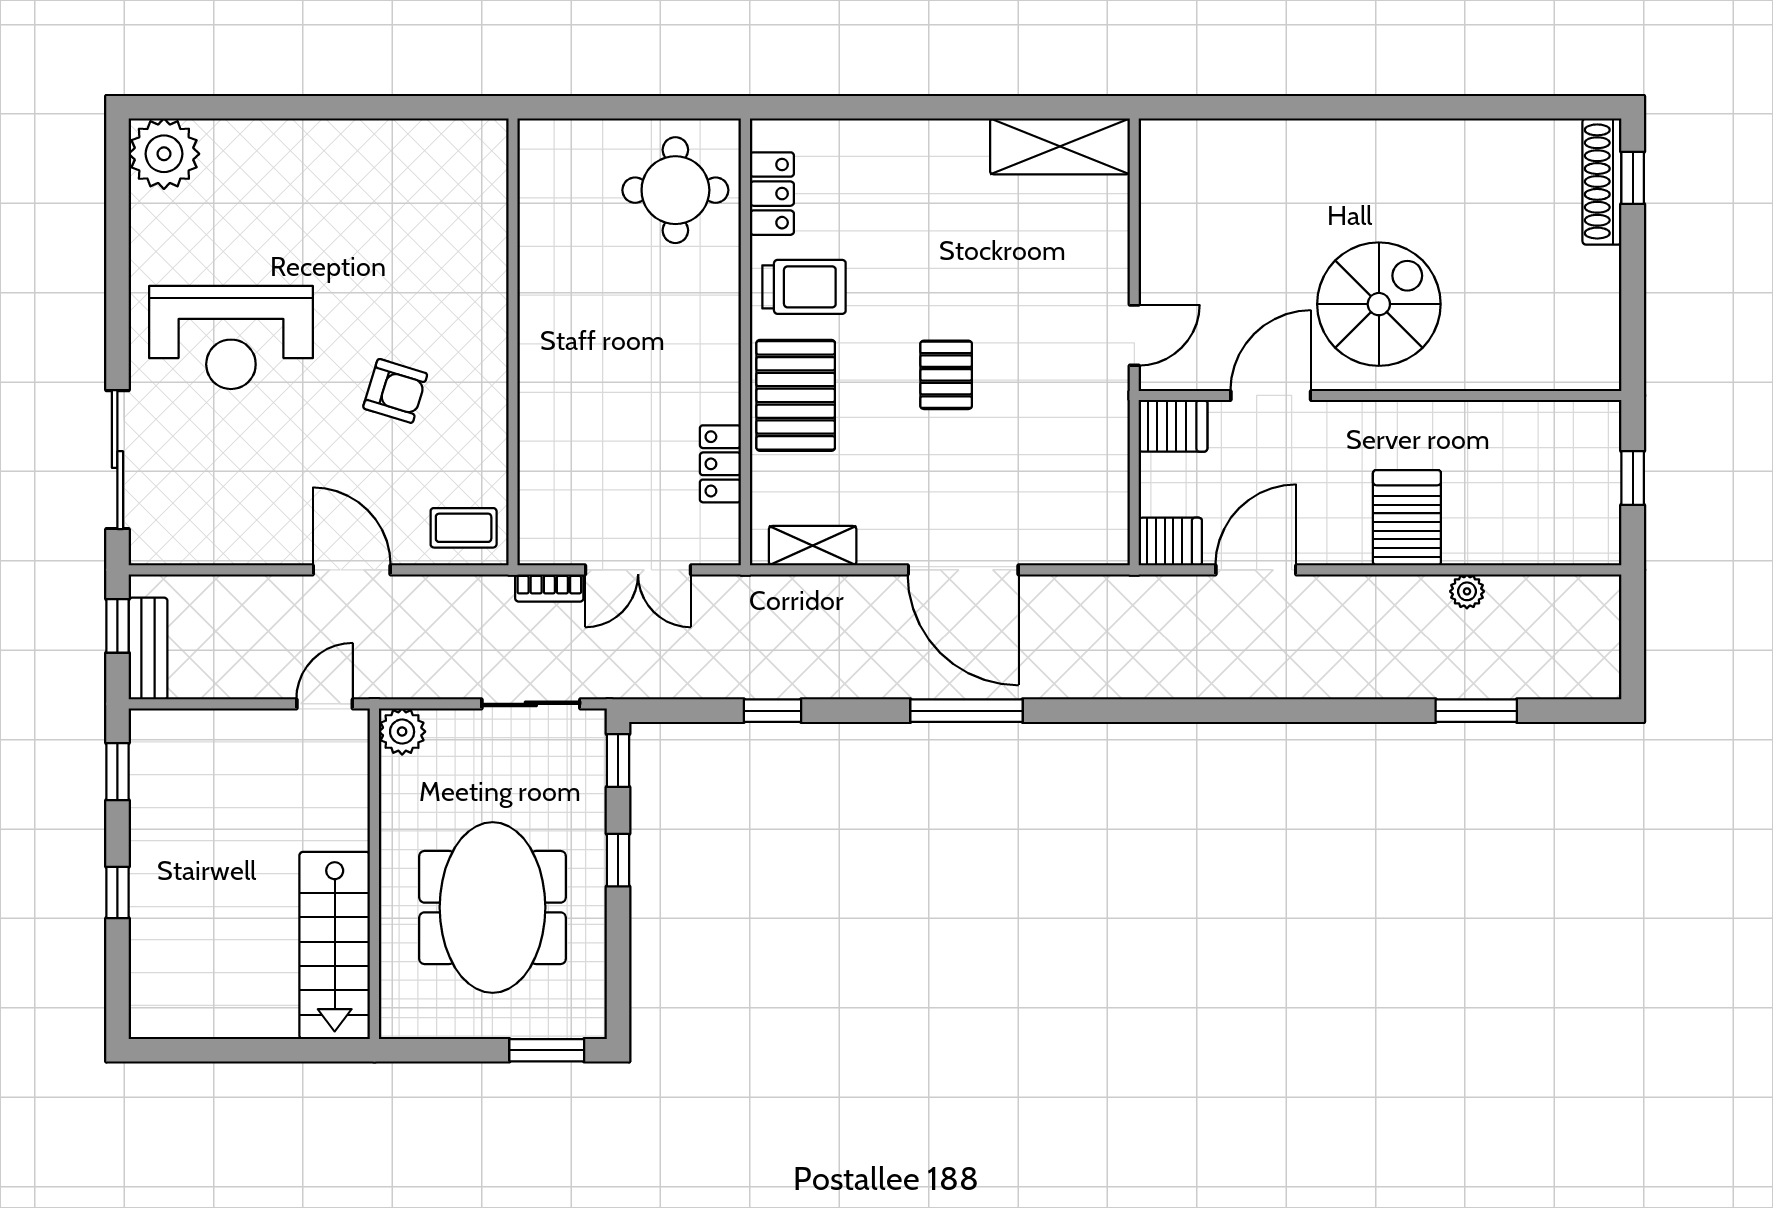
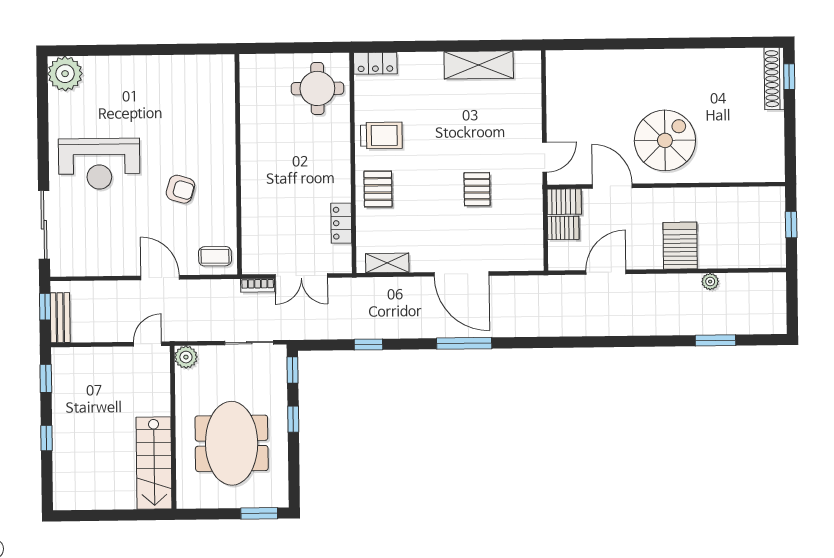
shelving: (1060, 146) -> (479, 65), moved
locker: (772, 194) -> (375, 63), moved, turned 90
pallet: (946, 375) -> (477, 189), moved
pallet: (796, 395) -> (378, 189), width x0.67, depth x0.71
door: (1271, 395) -> (612, 186), hinge flipped
server rack: (1170, 542) -> (563, 228), moved

